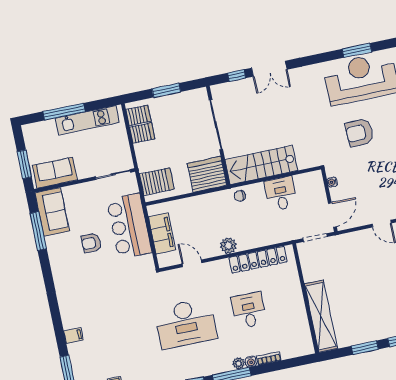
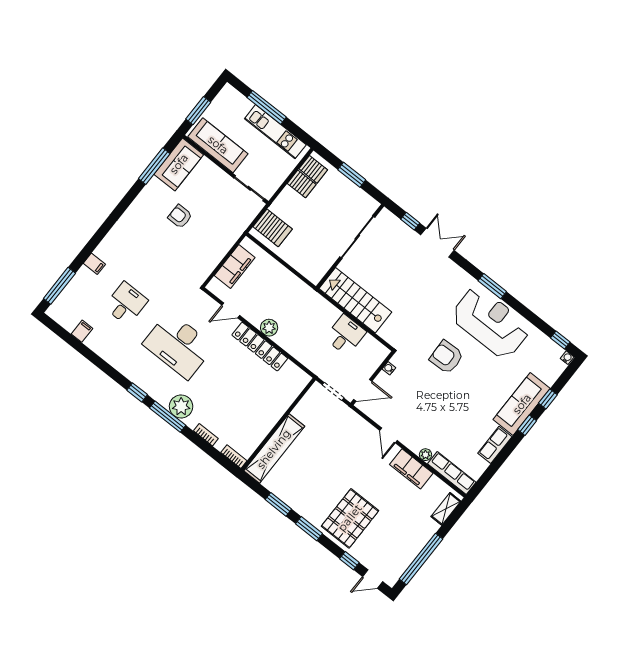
window: (357, 50) -> (492, 286), moved
double door: (269, 69) -> (437, 243), swing flipped
sofa: (55, 173) -> (218, 145), width x1.36
server rack: (207, 174) -> (312, 263), removed
chair: (240, 196) -> (316, 304), removed
bar counter: (129, 226) -> (219, 235), removed
locker: (258, 260) -> (260, 347), moved
door: (192, 263) -> (231, 310), swing flipped
desk: (249, 310) -> (126, 304), moved
bookcase: (302, 351) -> (234, 457), added
water cooler: (251, 362) -> (191, 423), removed
plant: (239, 363) -> (181, 407), width x1.87, depth x1.87

